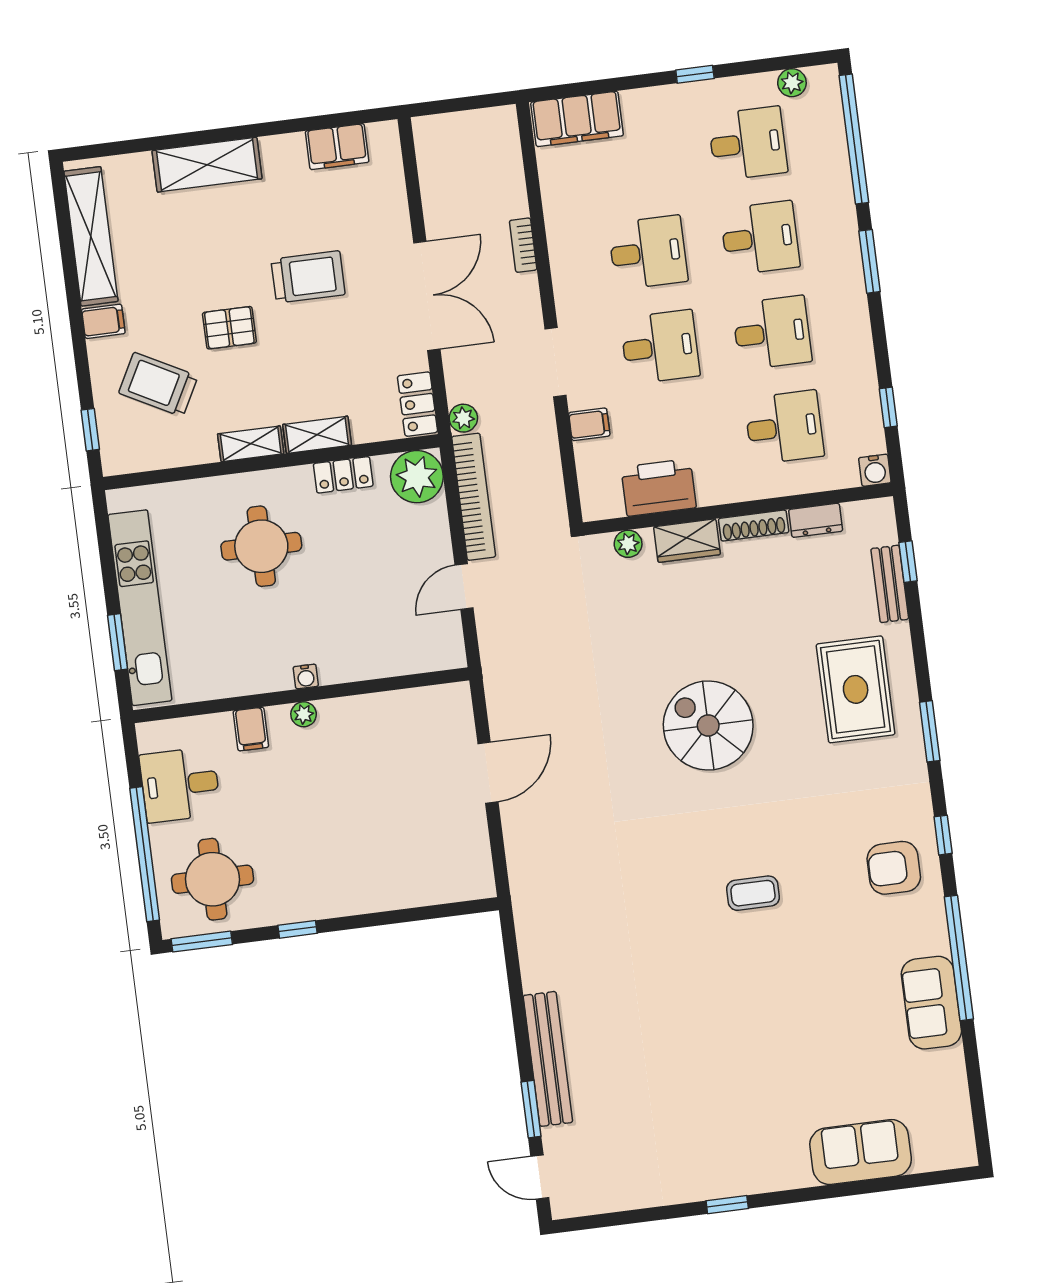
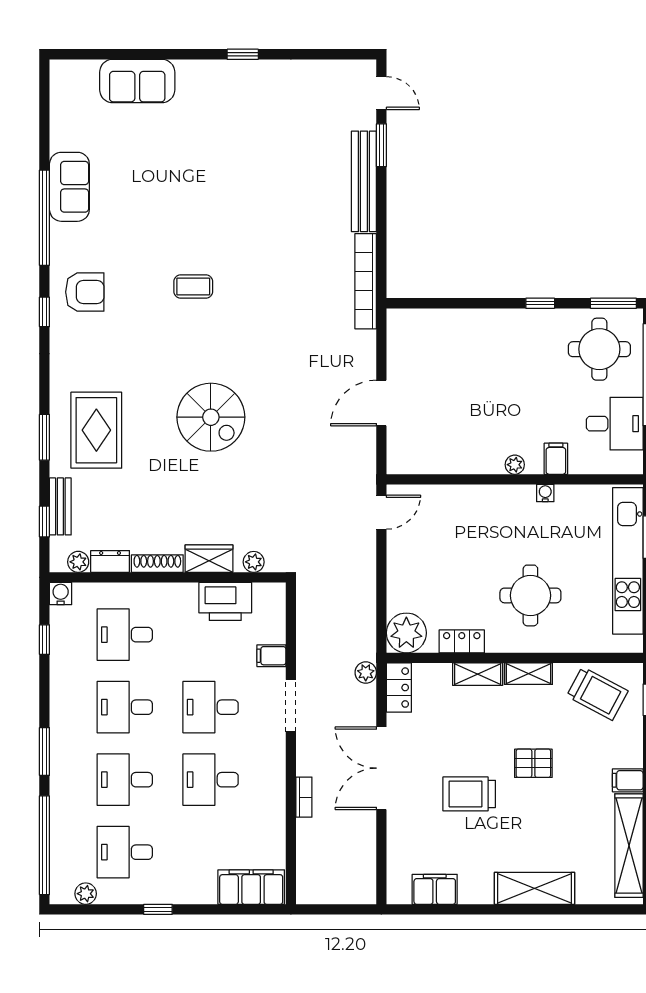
trolley: (158, 385) -> (597, 694), moved
bookcase: (474, 497) -> (366, 281), moved
plant: (857, 515) -> (78, 562), added
door: (464, 587) -> (381, 512), moved
water cooler: (306, 676) -> (545, 493), moved
window: (930, 731) -> (44, 437), moved

